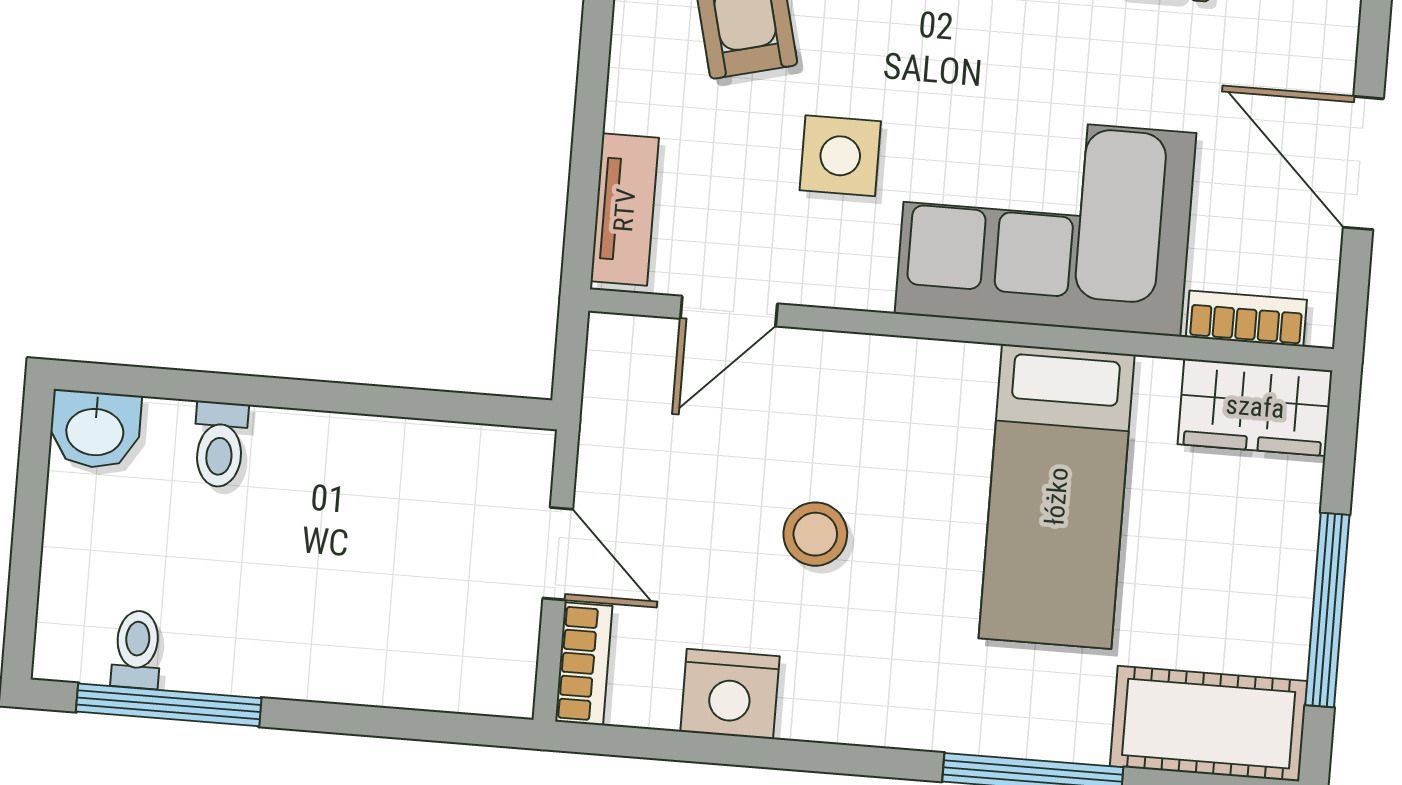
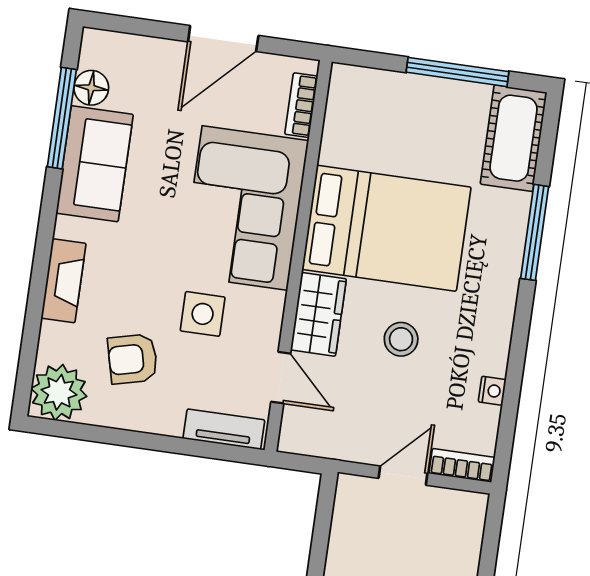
wardrobe: (1255, 407) -> (318, 314), moved
bed: (1057, 496) -> (387, 228), width x1.50
nightstand: (730, 694) -> (492, 391), width x0.53, depth x0.56

